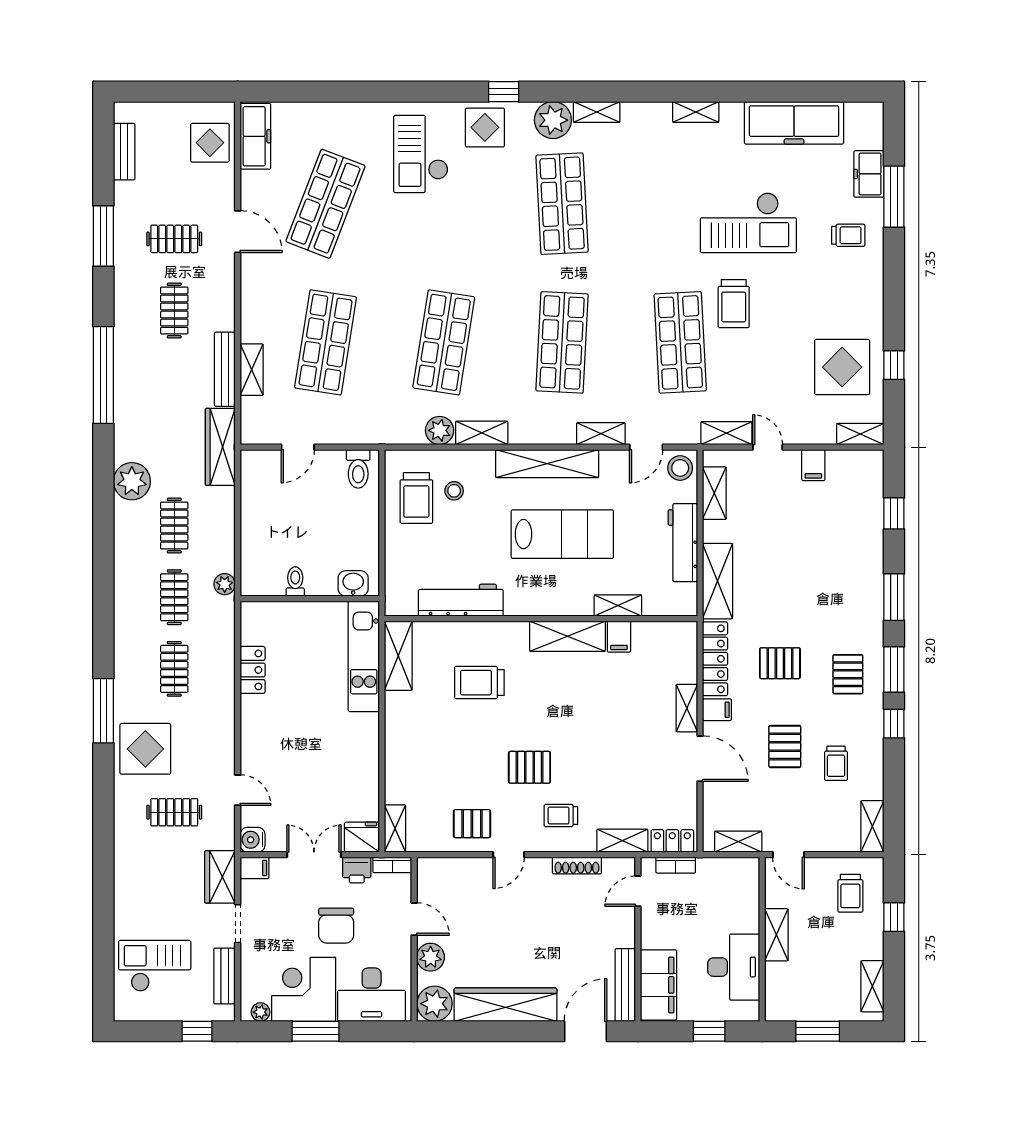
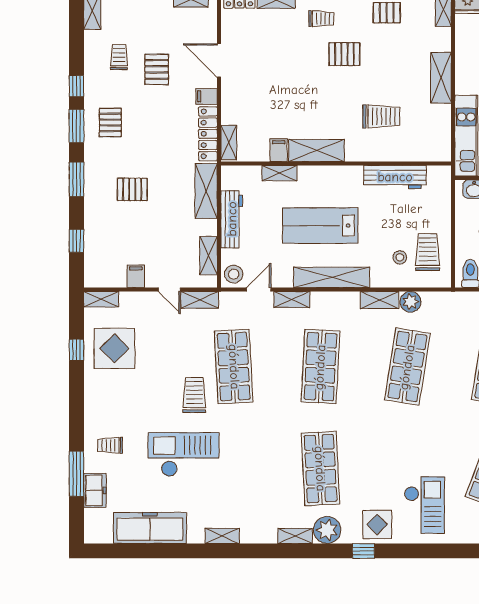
shelving: (398, 656) -> (441, 78), moved
pallet: (780, 663) -> (132, 189), moved
shelving: (687, 708) -> (229, 142), moved

